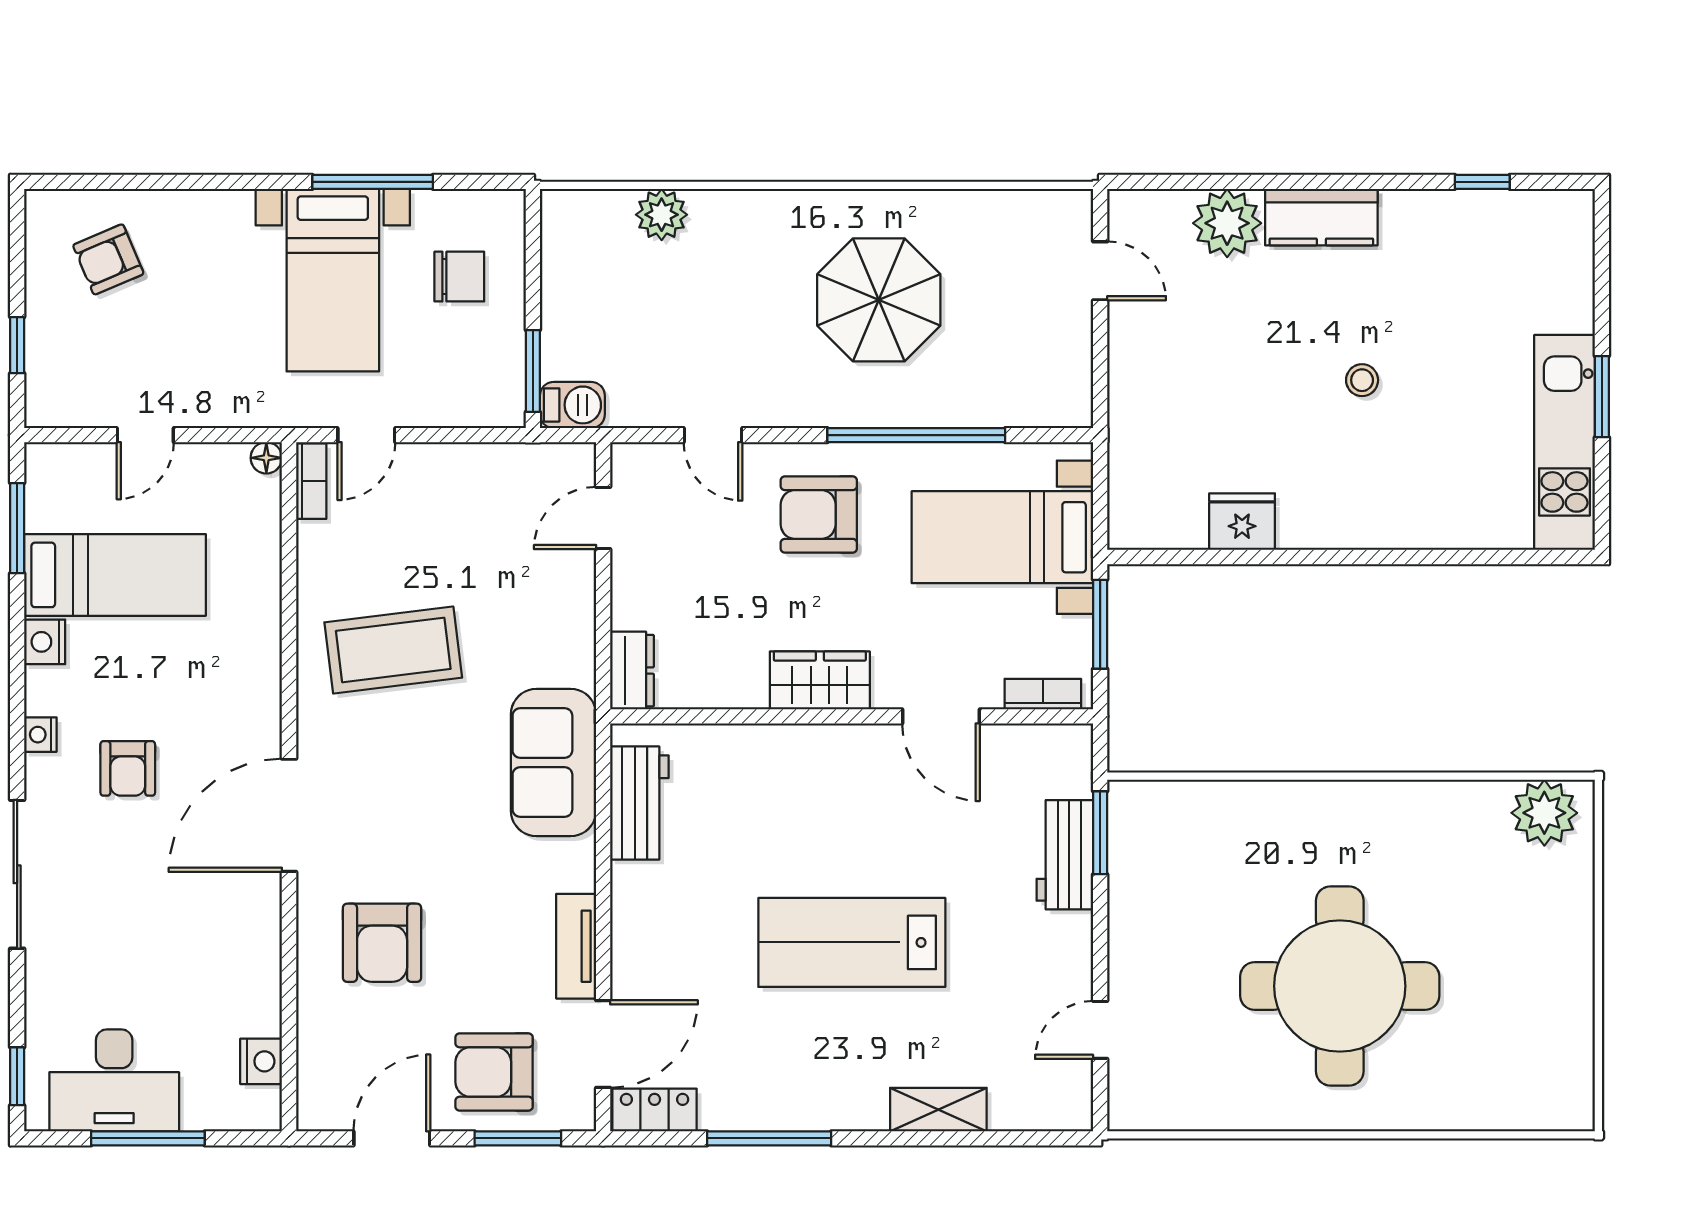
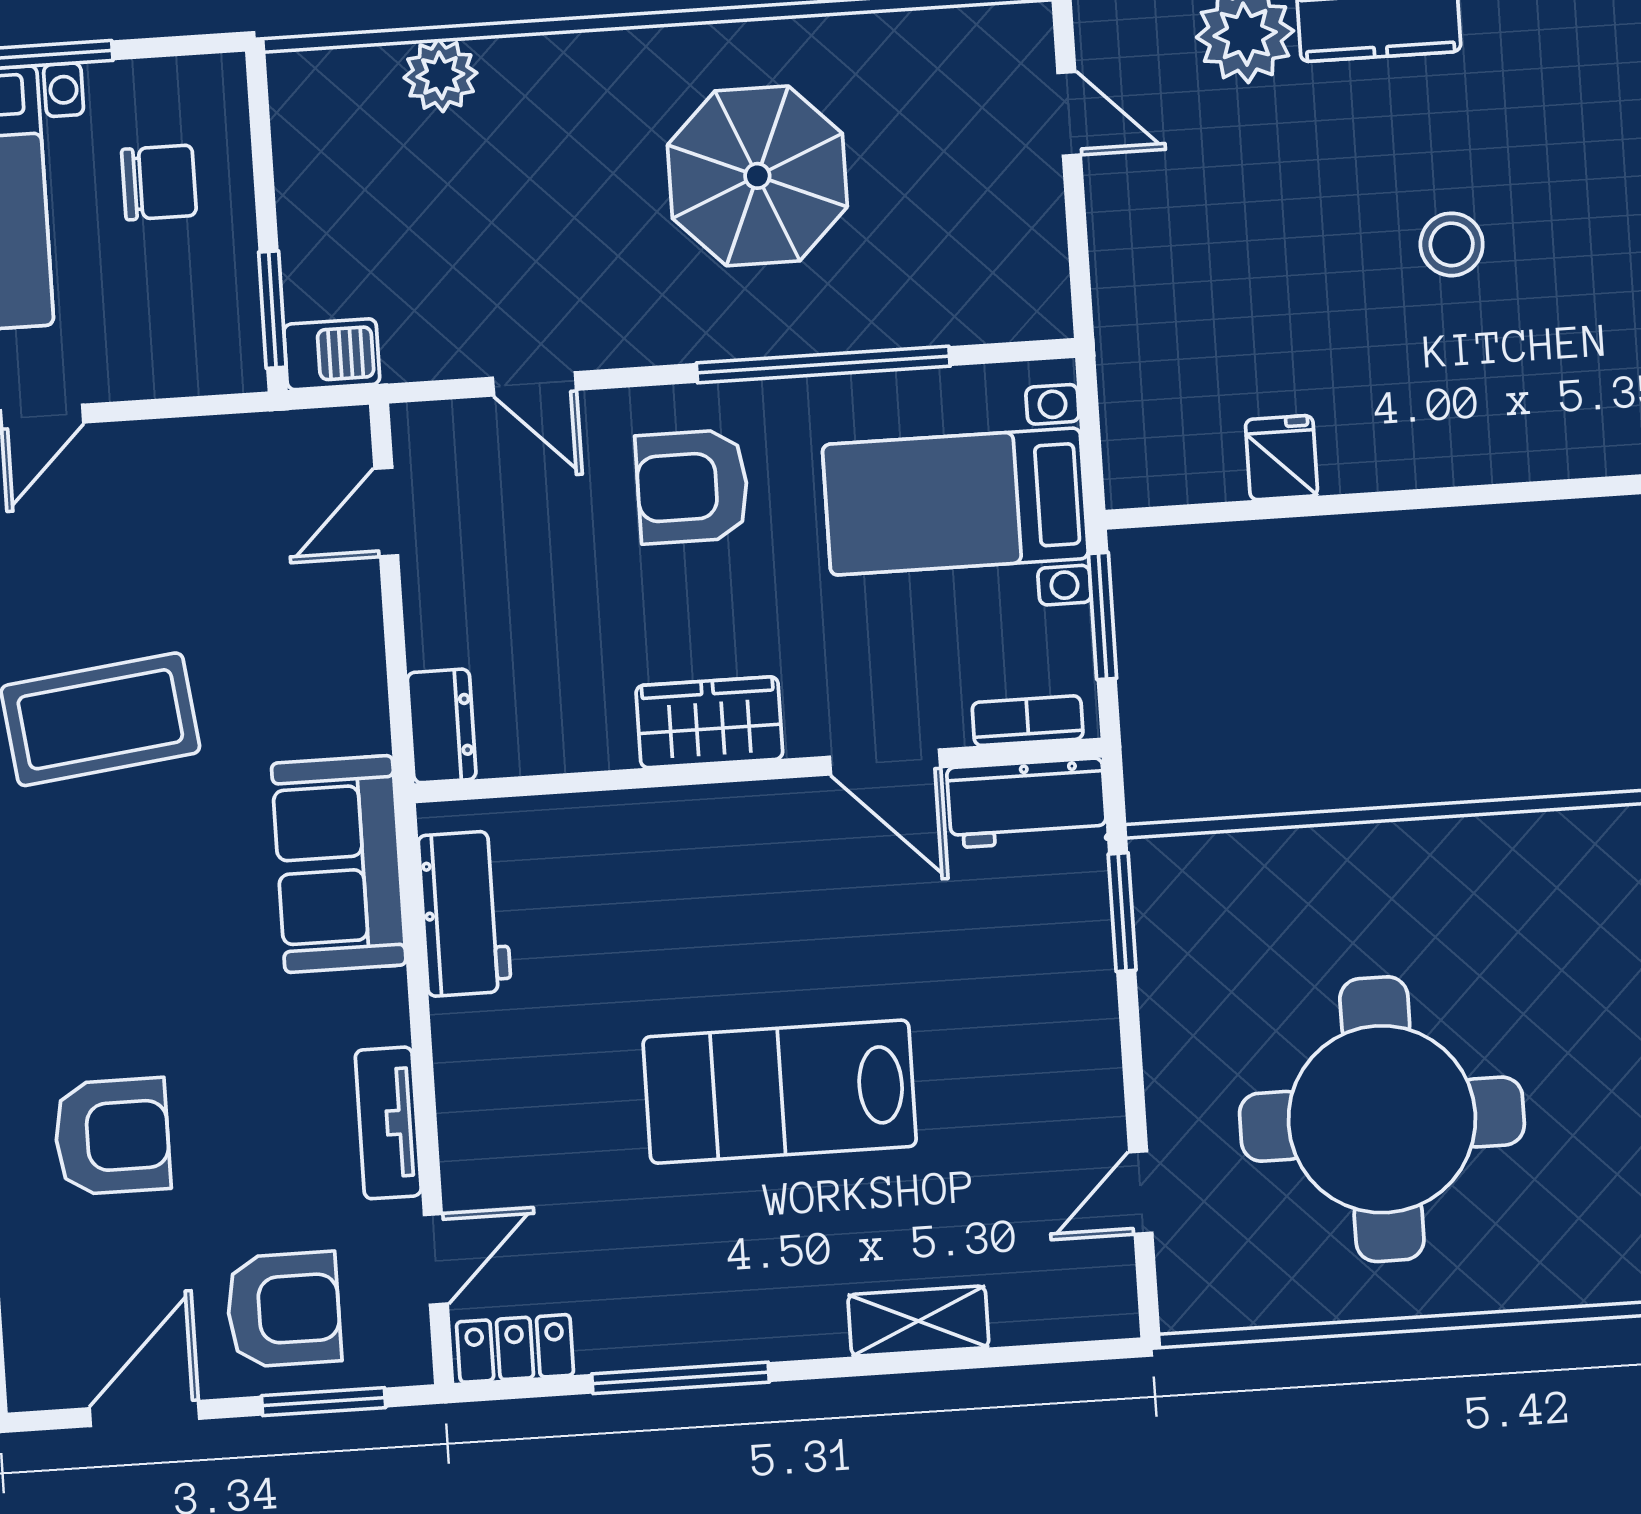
stool: (1362, 380) -> (1452, 244), width x1.37, depth x1.37
fridge: (1242, 522) -> (1281, 458), width x0.72
workbench: (1065, 855) -> (1027, 803), moved, turned -90
armchair: (382, 943) -> (112, 1136), turned -90
round table: (1340, 986) -> (1382, 1119), moved
door: (603, 1044) -> (436, 1259), width x0.73
armchair: (494, 1072) -> (283, 1309), turned 180

